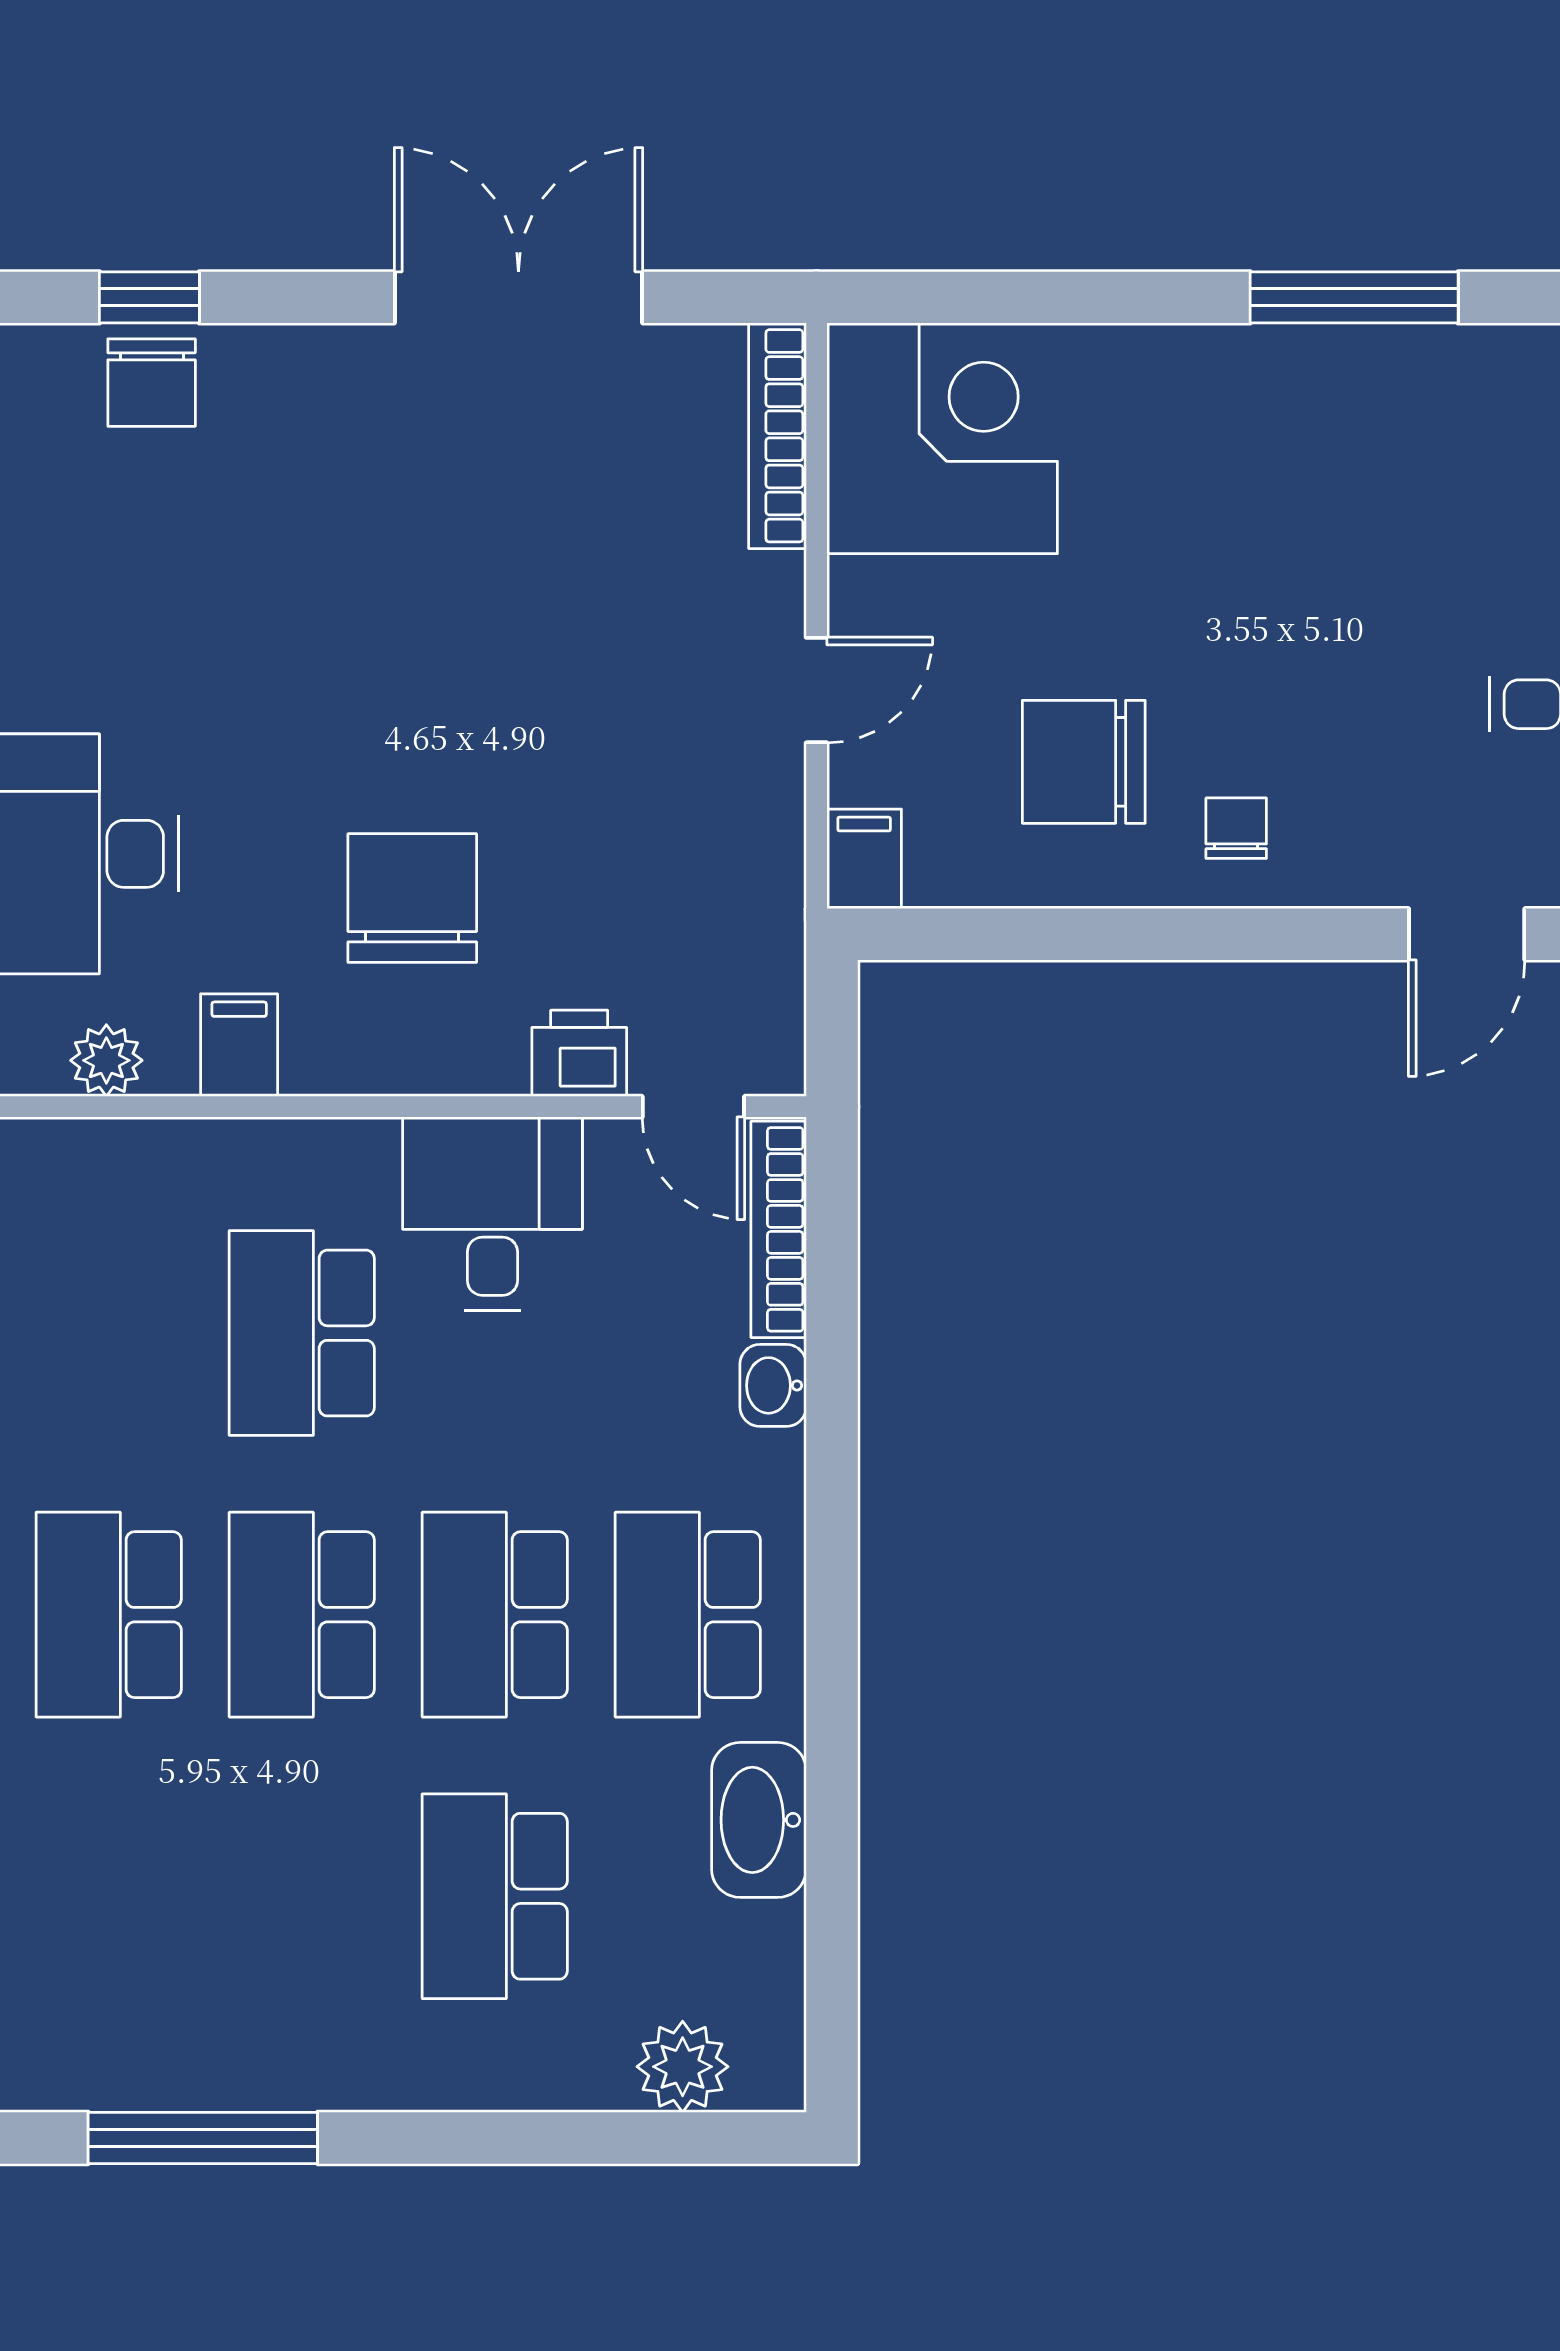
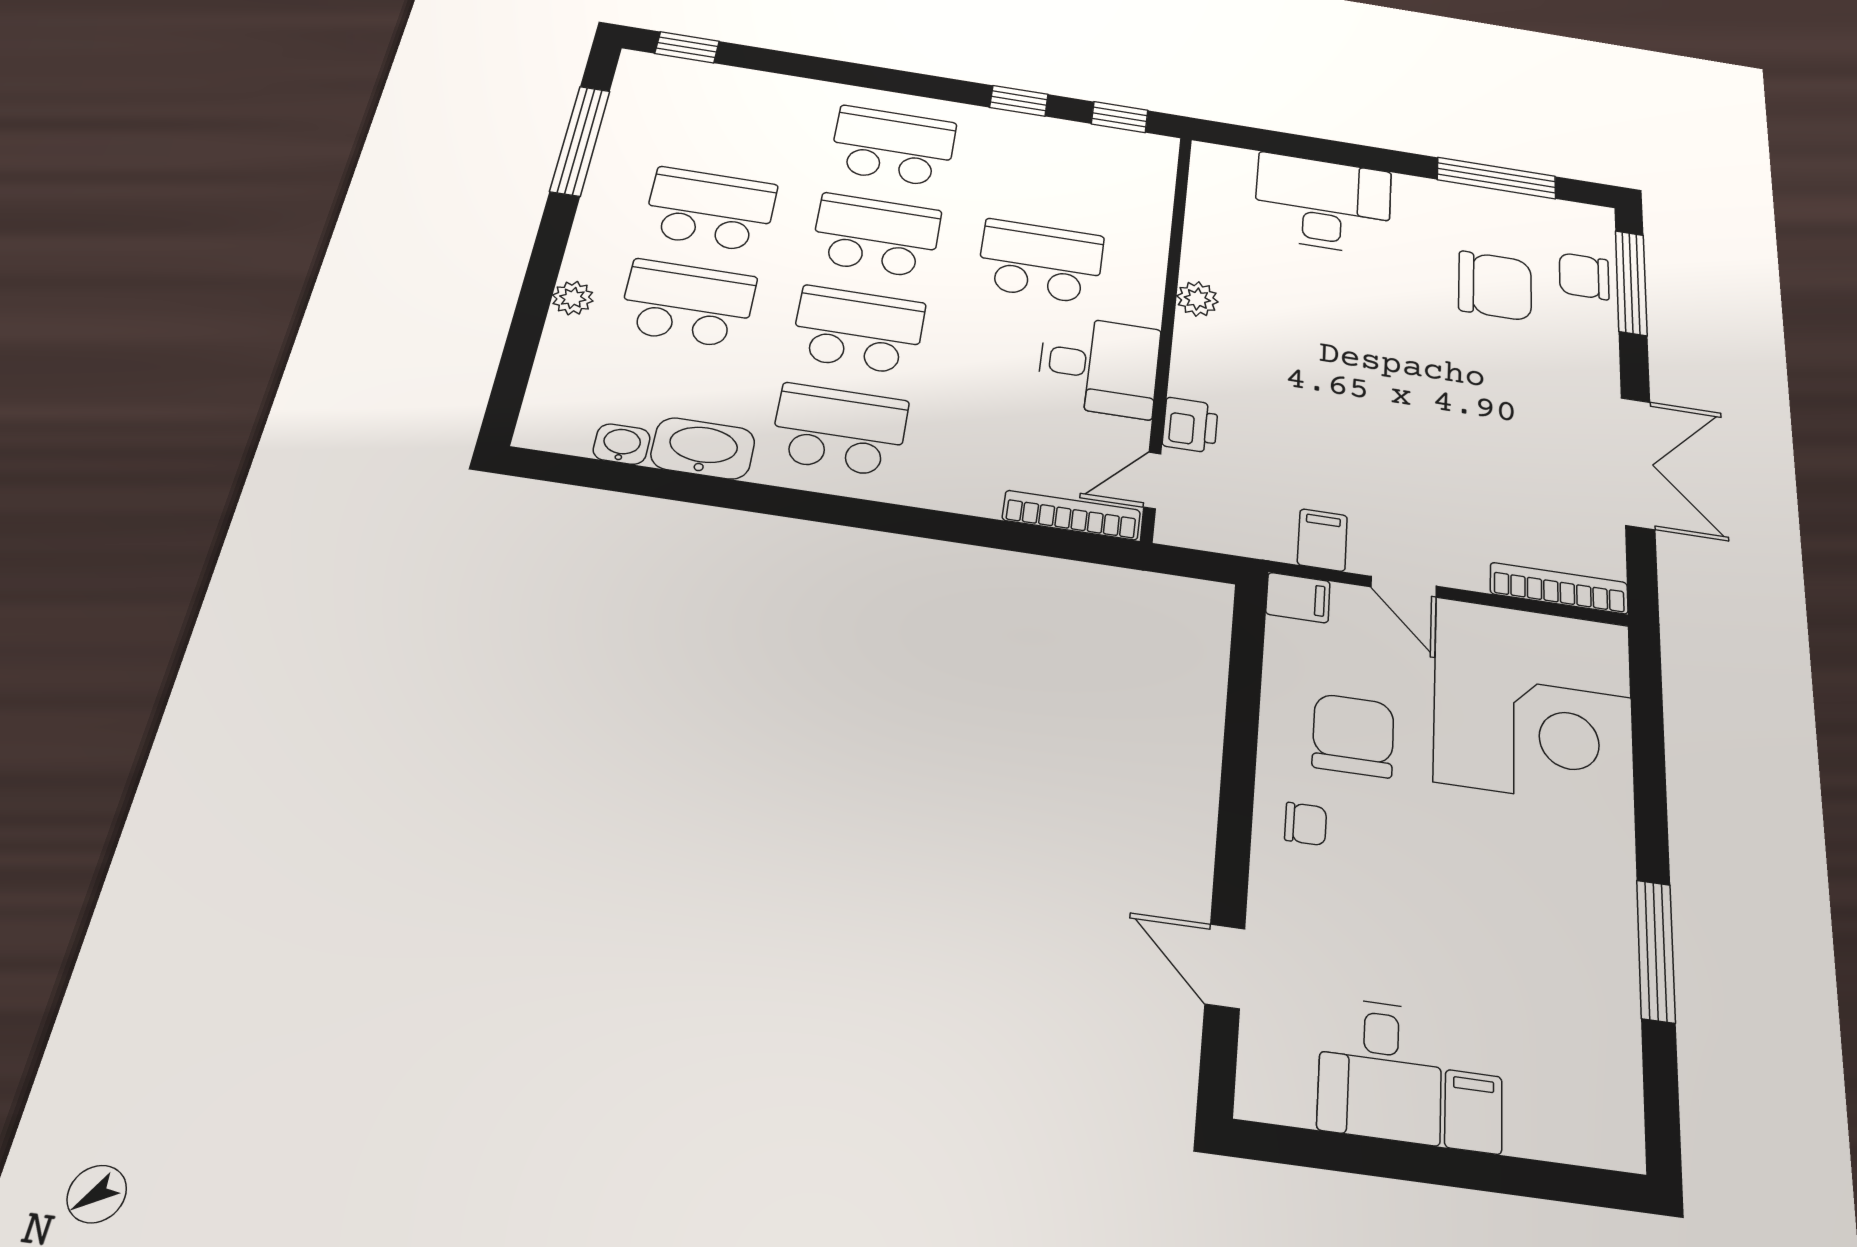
window: (149, 297) -> (1631, 283), width x2.17
corner desk: (942, 438) -> (1533, 702), width x1.36, depth x1.36
chair: (412, 898) -> (1495, 286), moved
filing cabinet: (239, 1045) -> (1322, 540), moved, turned -90
plant: (106, 1060) -> (1197, 299), moved
washbasin: (773, 1385) -> (622, 444), moved
school desk: (302, 1896) -> (710, 209), added
plant: (683, 2067) -> (573, 298), moved, width x0.73, depth x0.73

